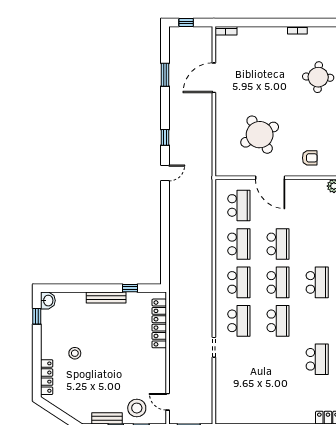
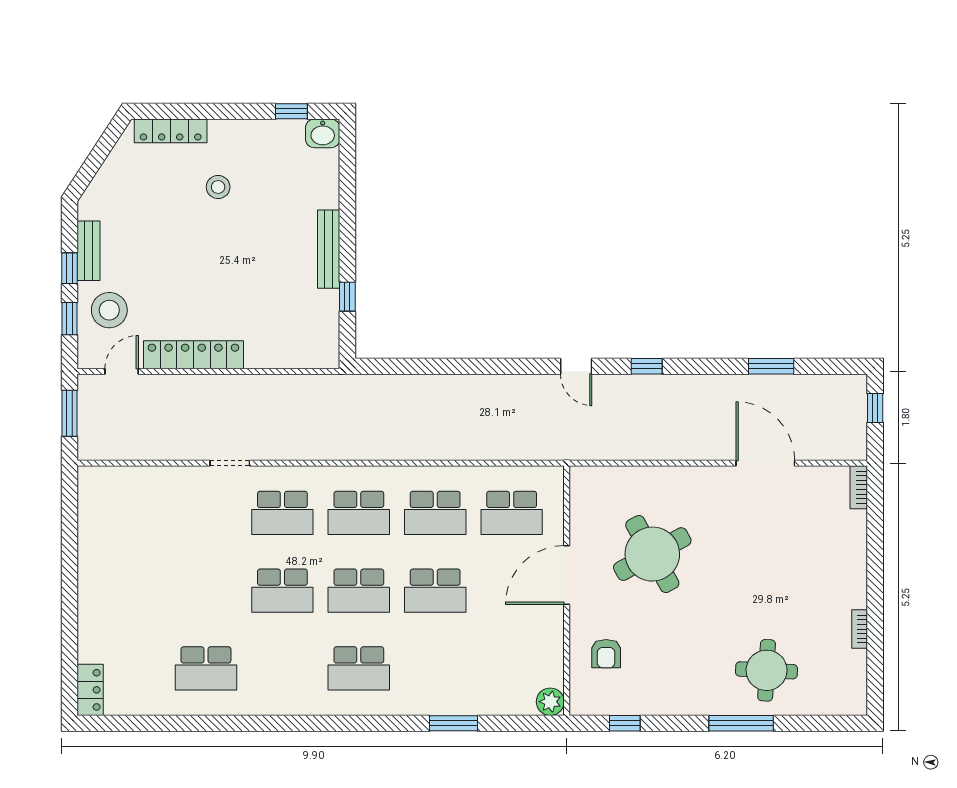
locker: (159, 323) -> (193, 355), moved

